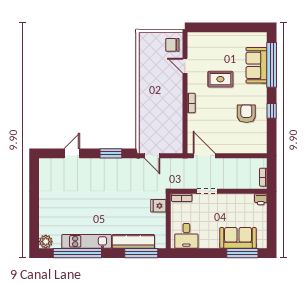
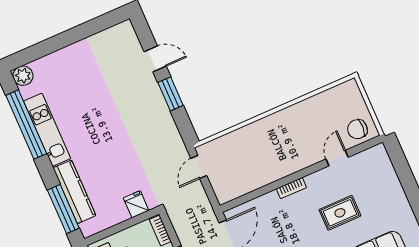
chair: (172, 45) -> (357, 129), turned -87
rug: (220, 79) -> (340, 213), turned 90
window: (111, 153) -> (171, 94), moved

